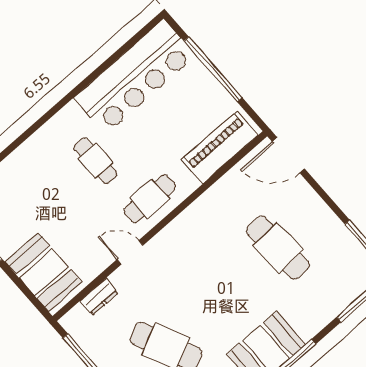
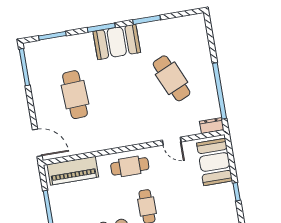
door: (130, 252) -> (172, 141), moved
dresser: (99, 297) -> (212, 126), moved

